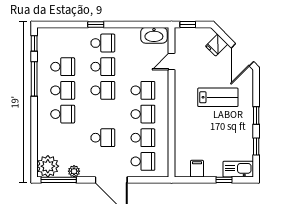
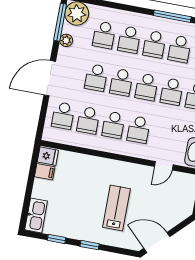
fridge: (217, 45) -> (48, 156), moved, turned 135
door: (171, 62) -> (164, 166), swing flipped
lab bench: (218, 97) -> (116, 208), turned 180
school desk: (103, 114) -> (121, 82), added
school desk: (63, 138) -> (104, 35), added
window: (224, 180) -> (27, 198), removed

